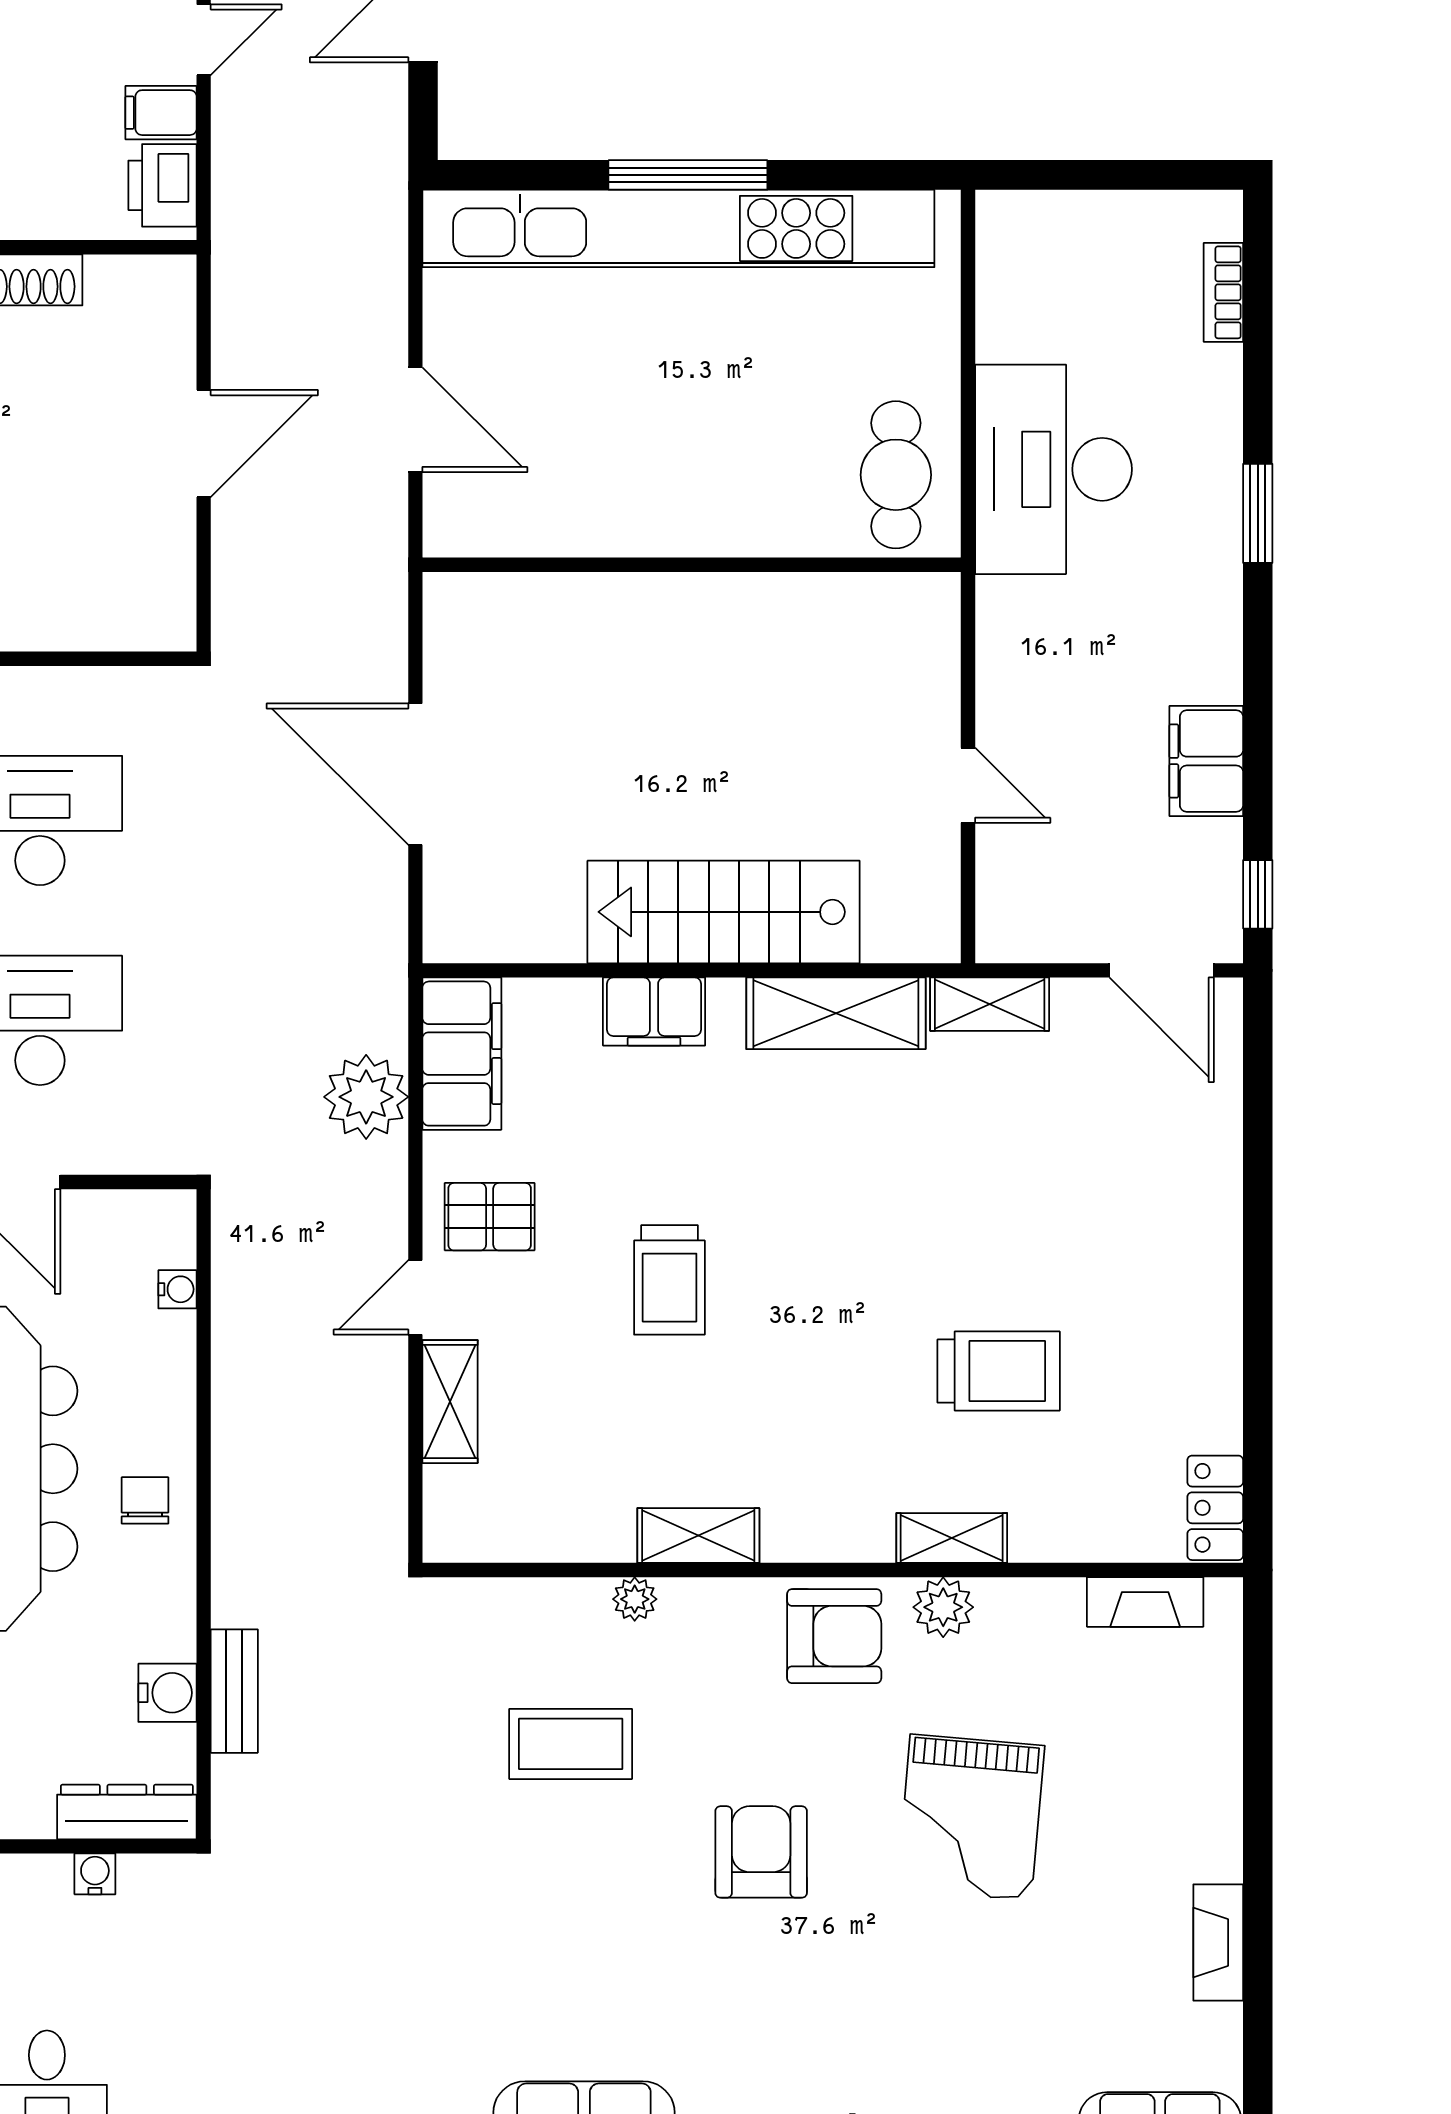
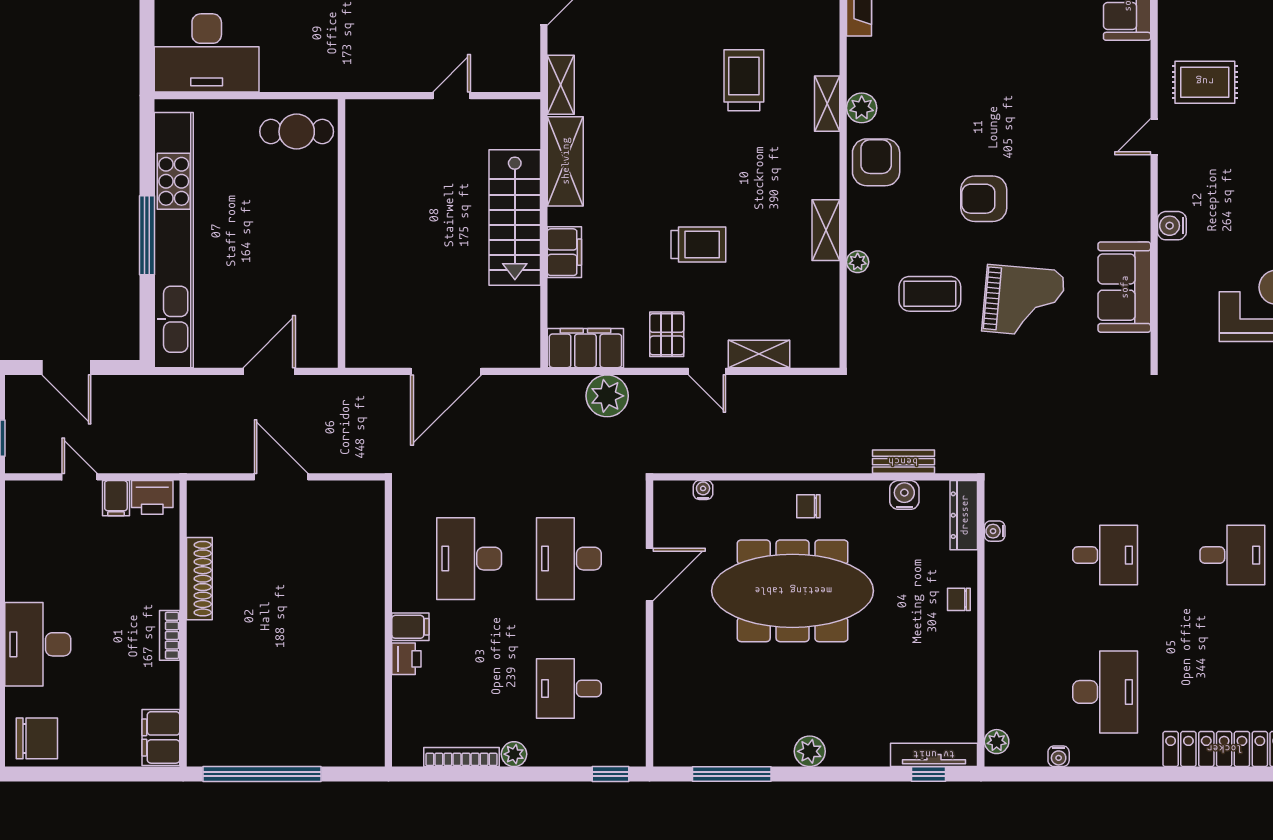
desk: (1053, 469) -> (207, 53), moved
coffee table: (571, 1744) -> (930, 294), turned 90
grand piano: (971, 1817) -> (1023, 301), moved

